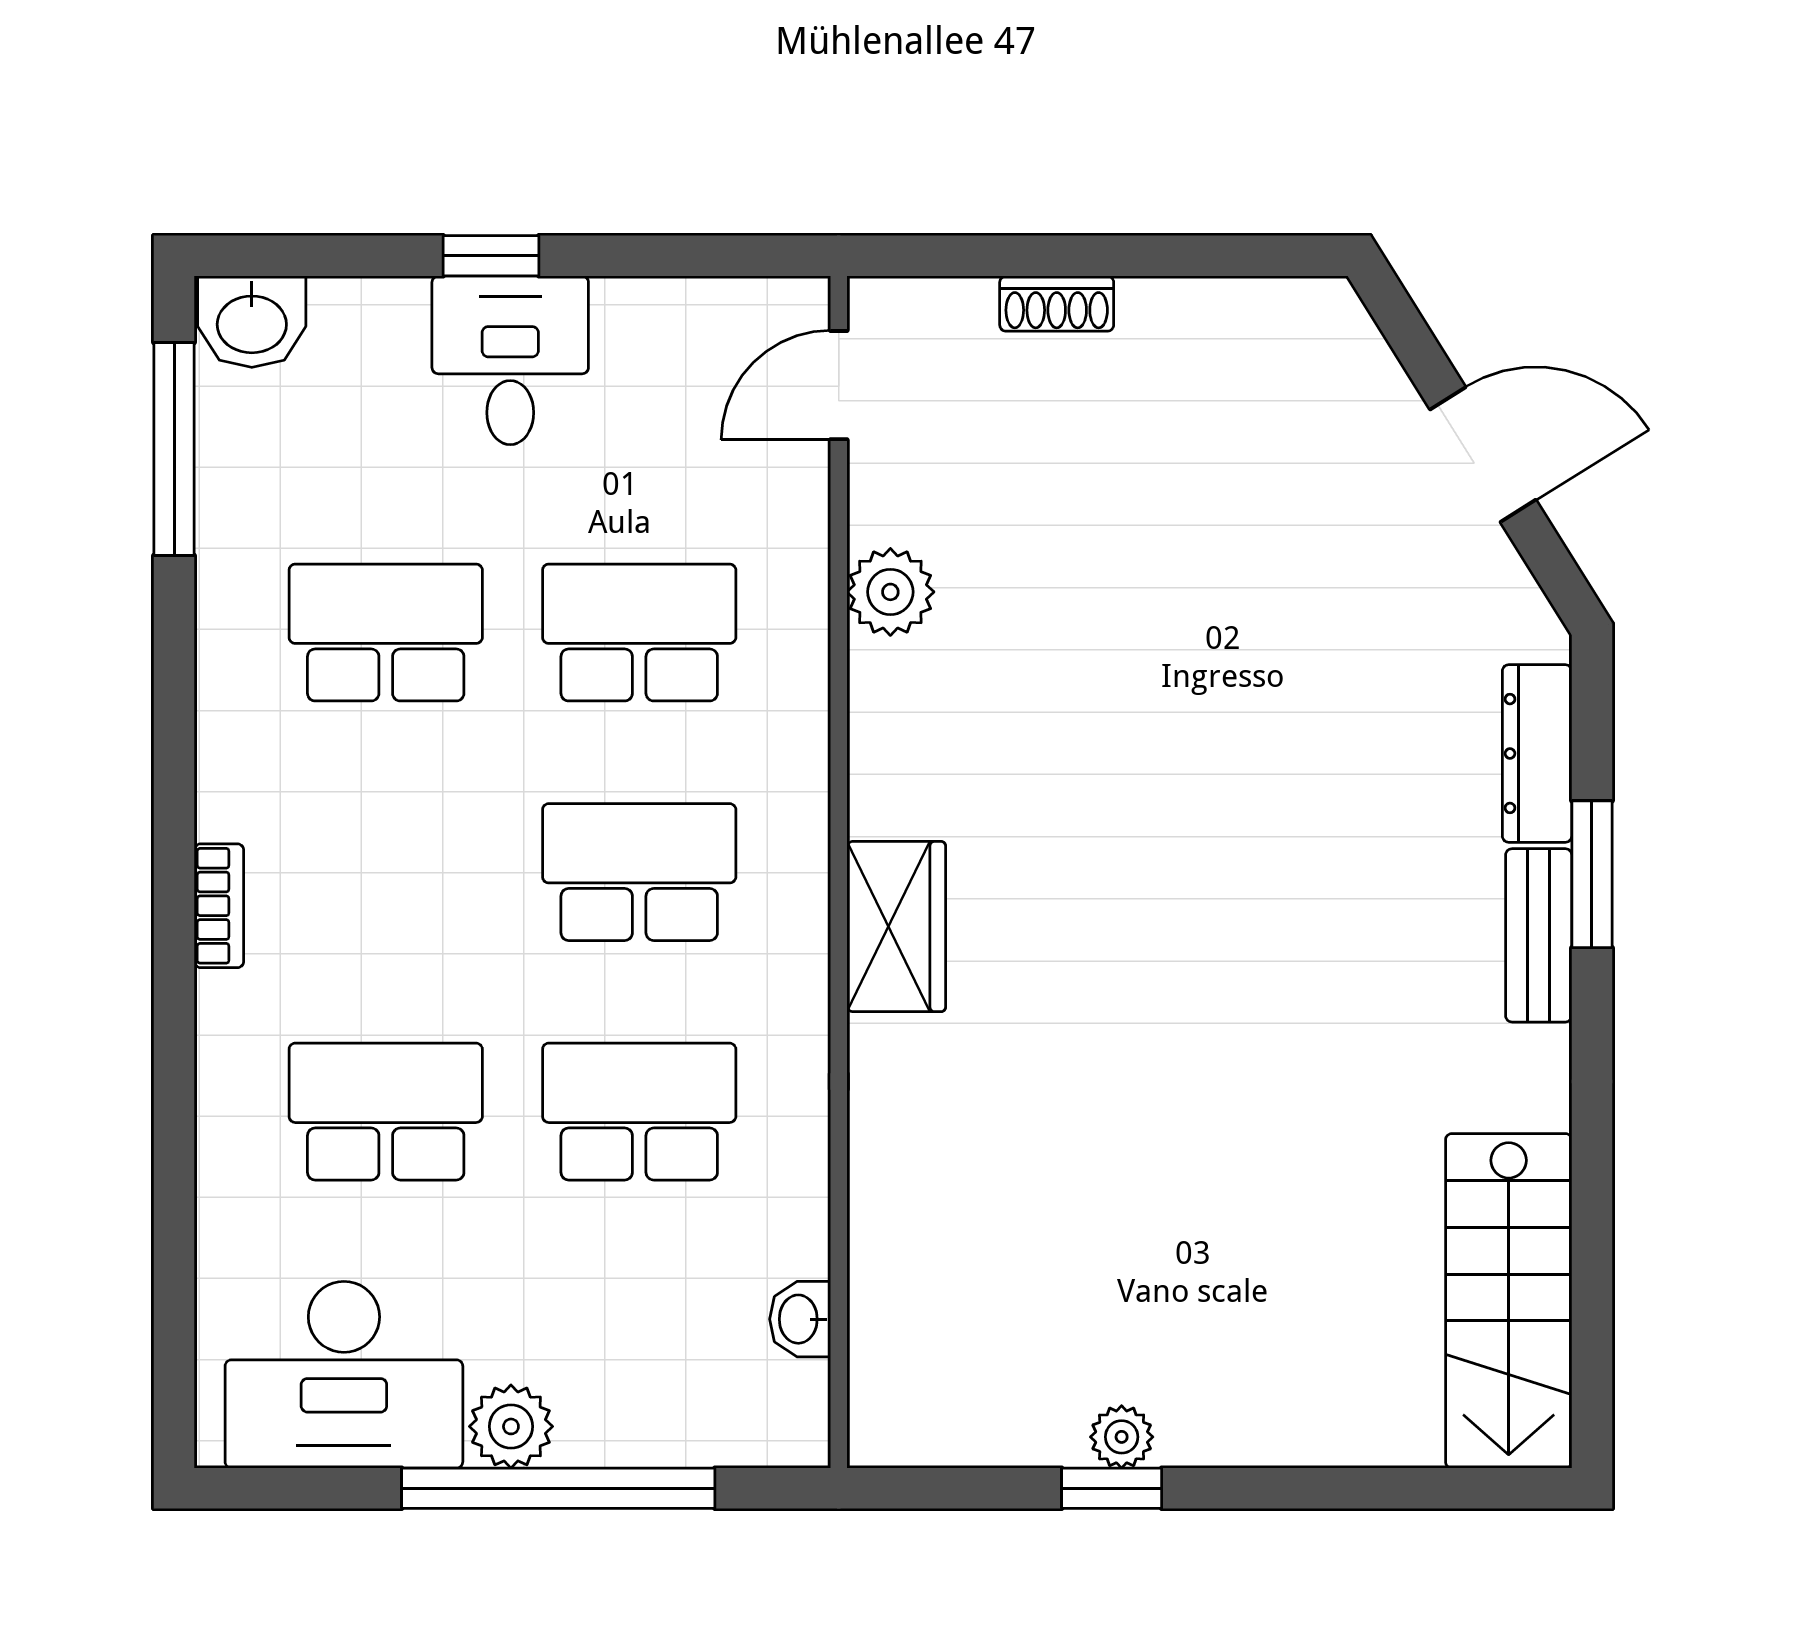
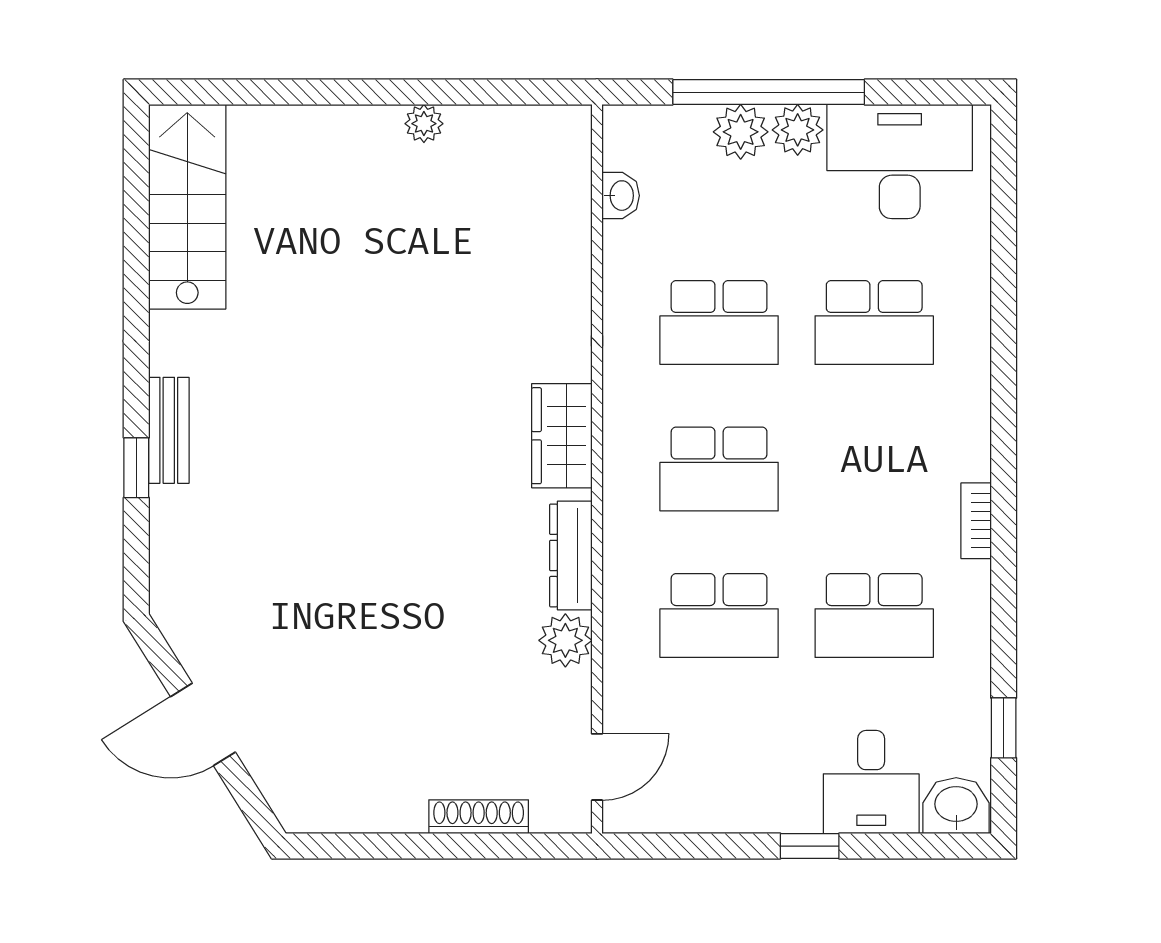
shoe rack: (1057, 304) -> (479, 817), width x1.43
desk: (510, 360) -> (871, 782), moved
window: (174, 449) -> (1004, 728), width x0.46
dresser: (1537, 753) -> (571, 555), moved, turned 180
window: (1592, 874) -> (136, 468), width x0.67
bookcase: (219, 906) -> (976, 521), moved
plant: (604, 1423) -> (741, 132), added
window: (1112, 1488) -> (430, 92), removed

